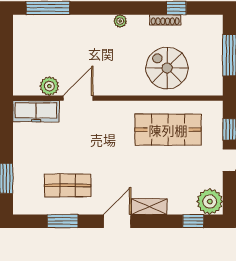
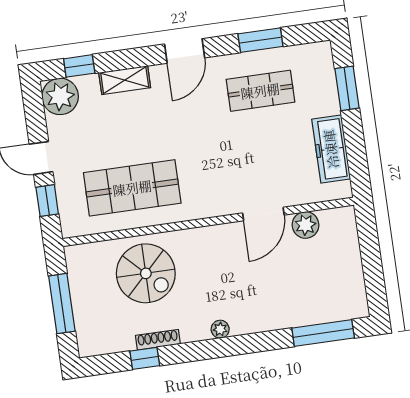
freezer: (36, 111) -> (331, 149), moved, turned -90
shelving: (149, 207) -> (125, 80), moved

